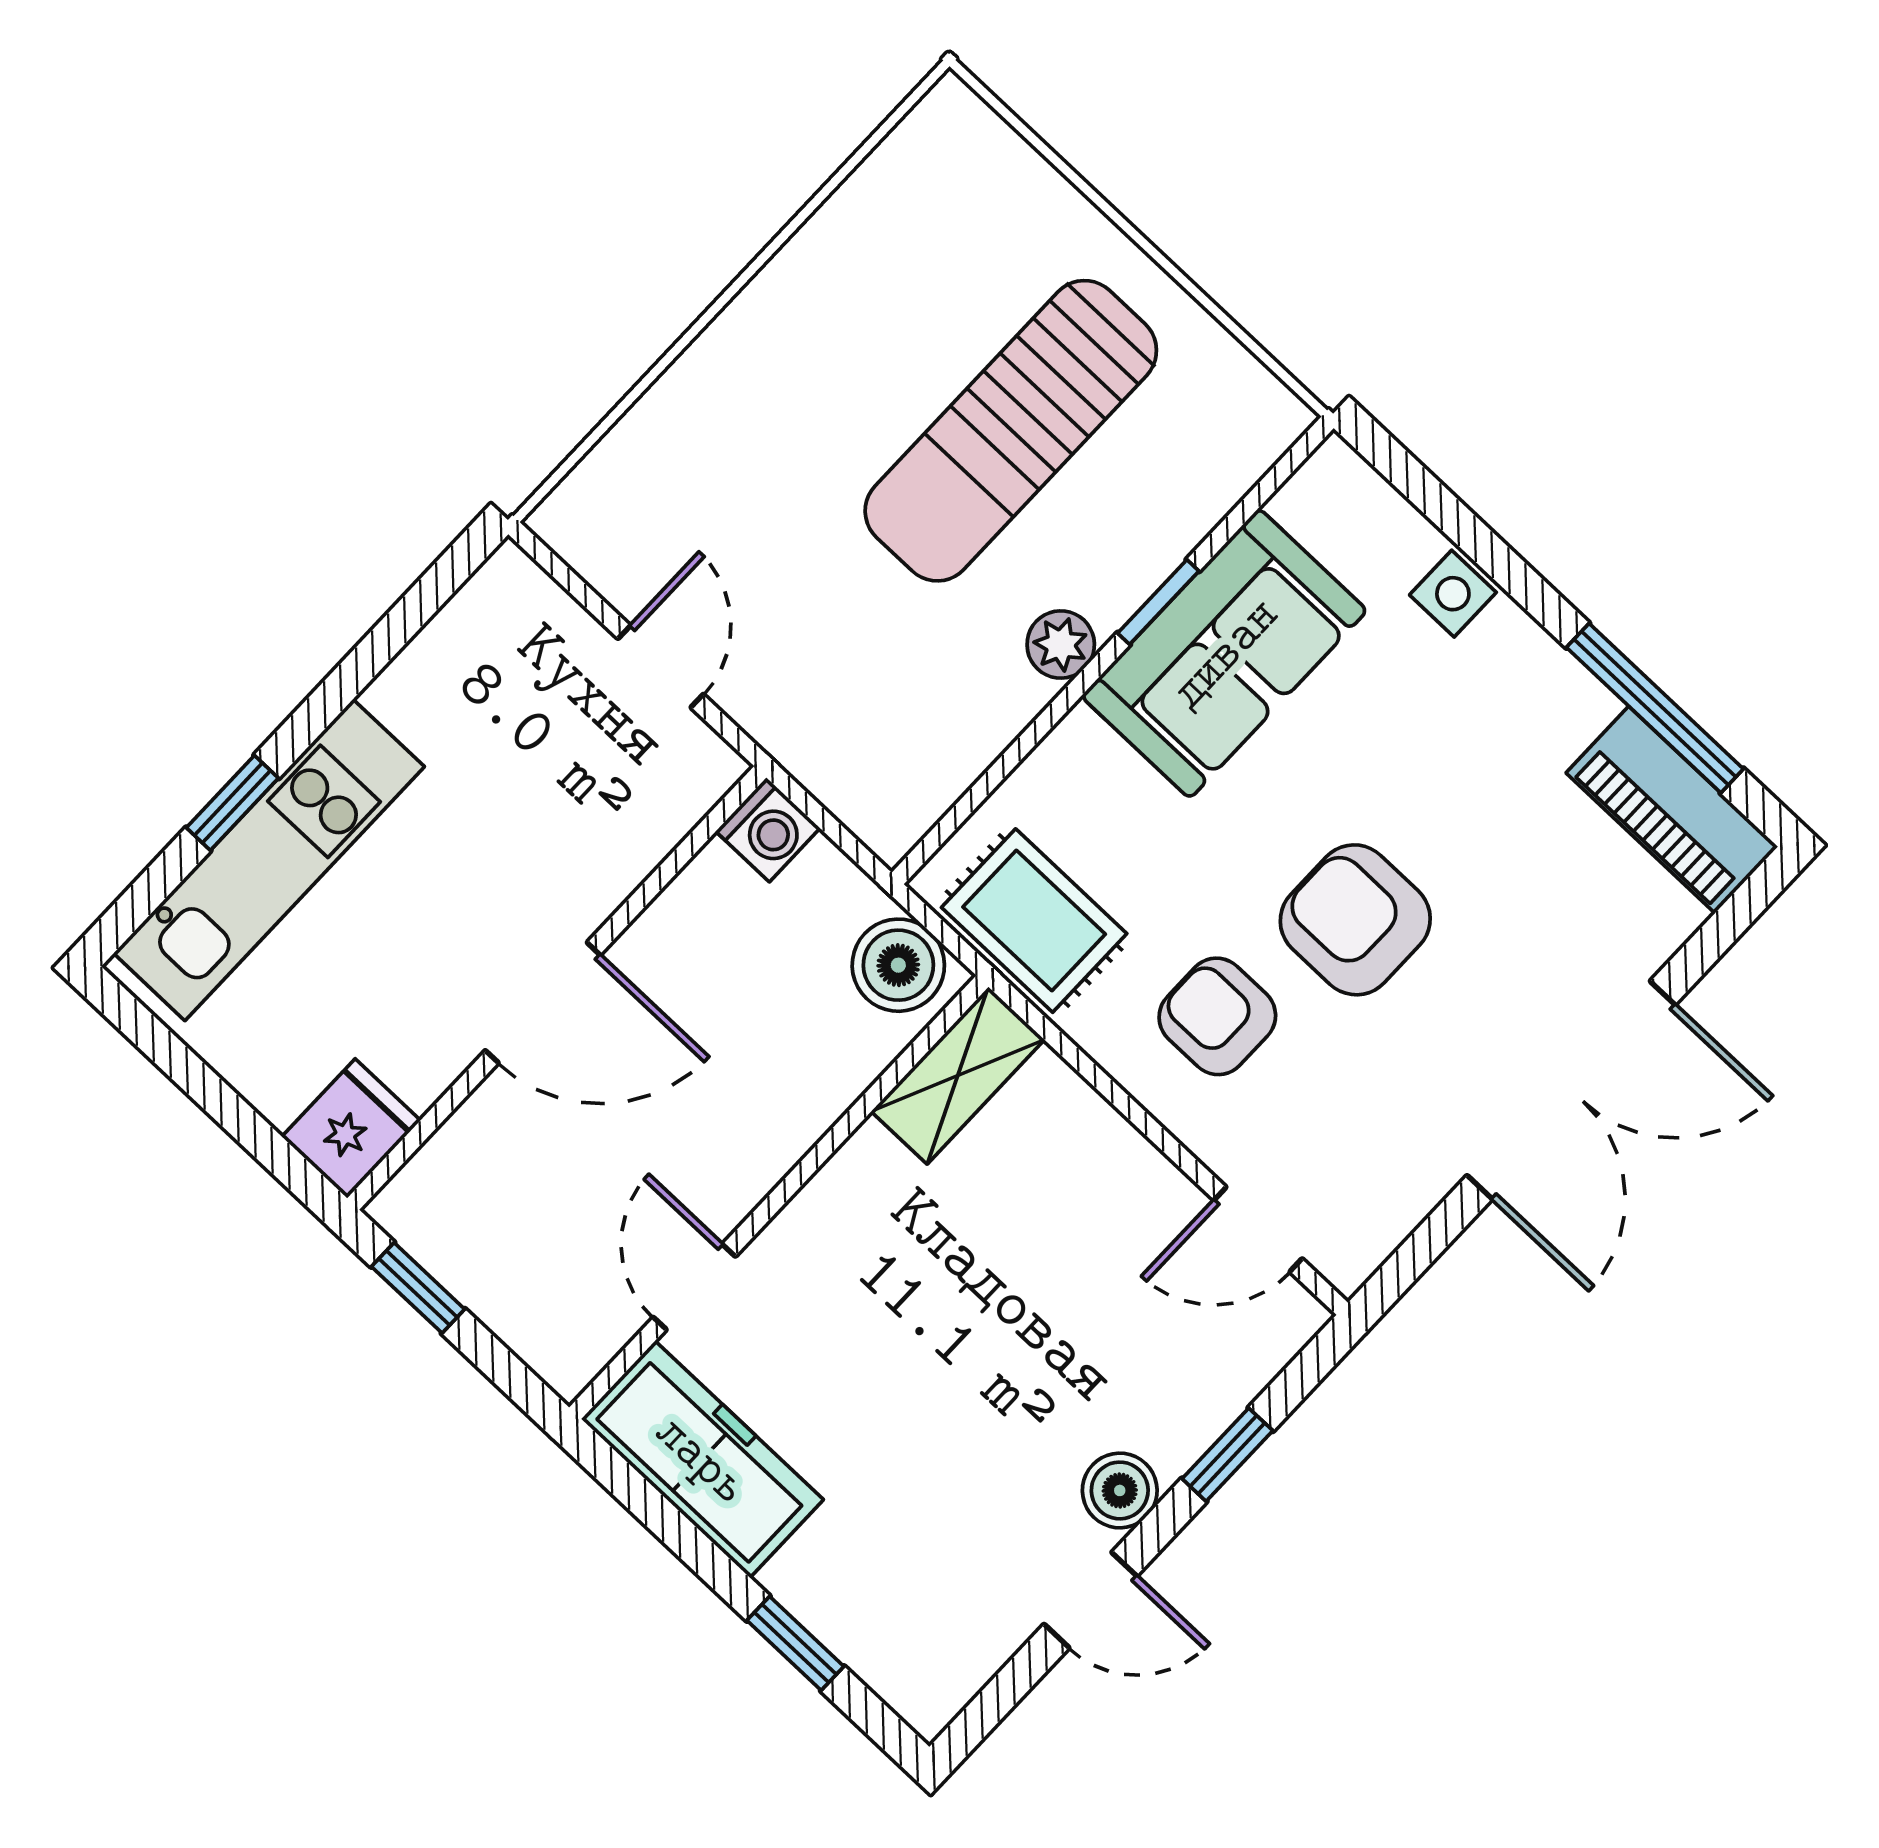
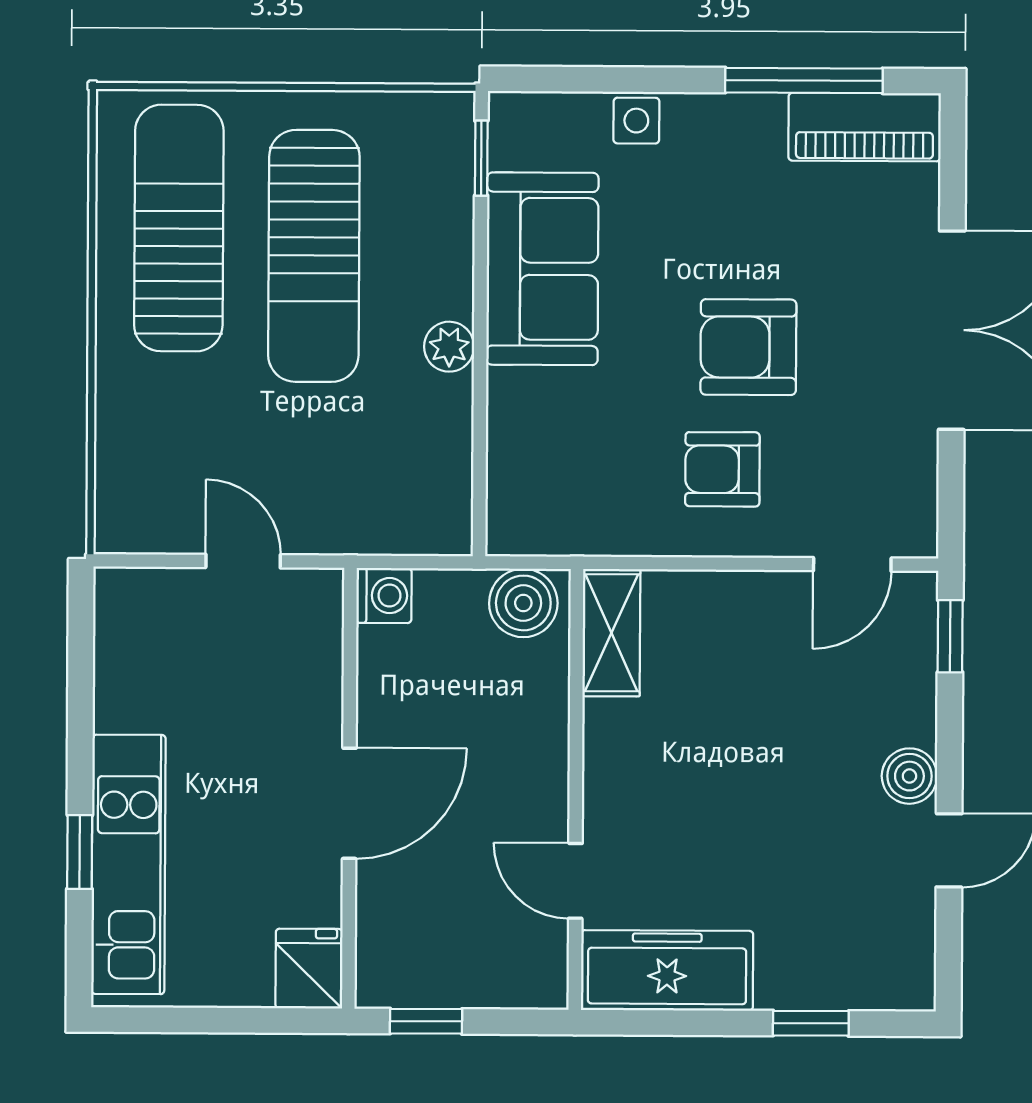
sun lounger: (903, 279) -> (179, 228), added
window: (1158, 602) -> (481, 158), moved
rug: (1034, 921) -> (574, 510), removed
window: (1227, 1455) -> (950, 636), moved

